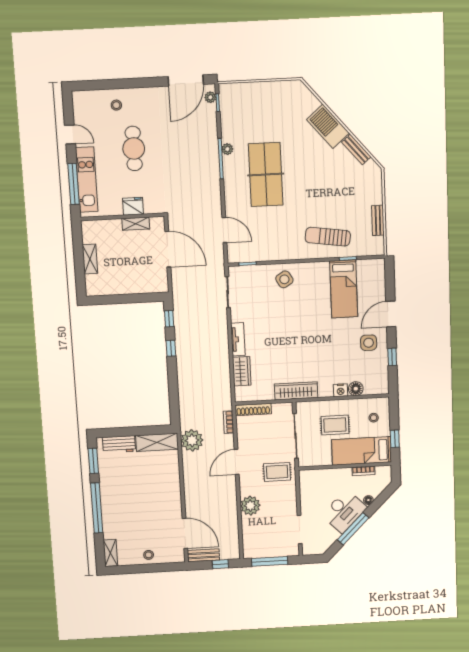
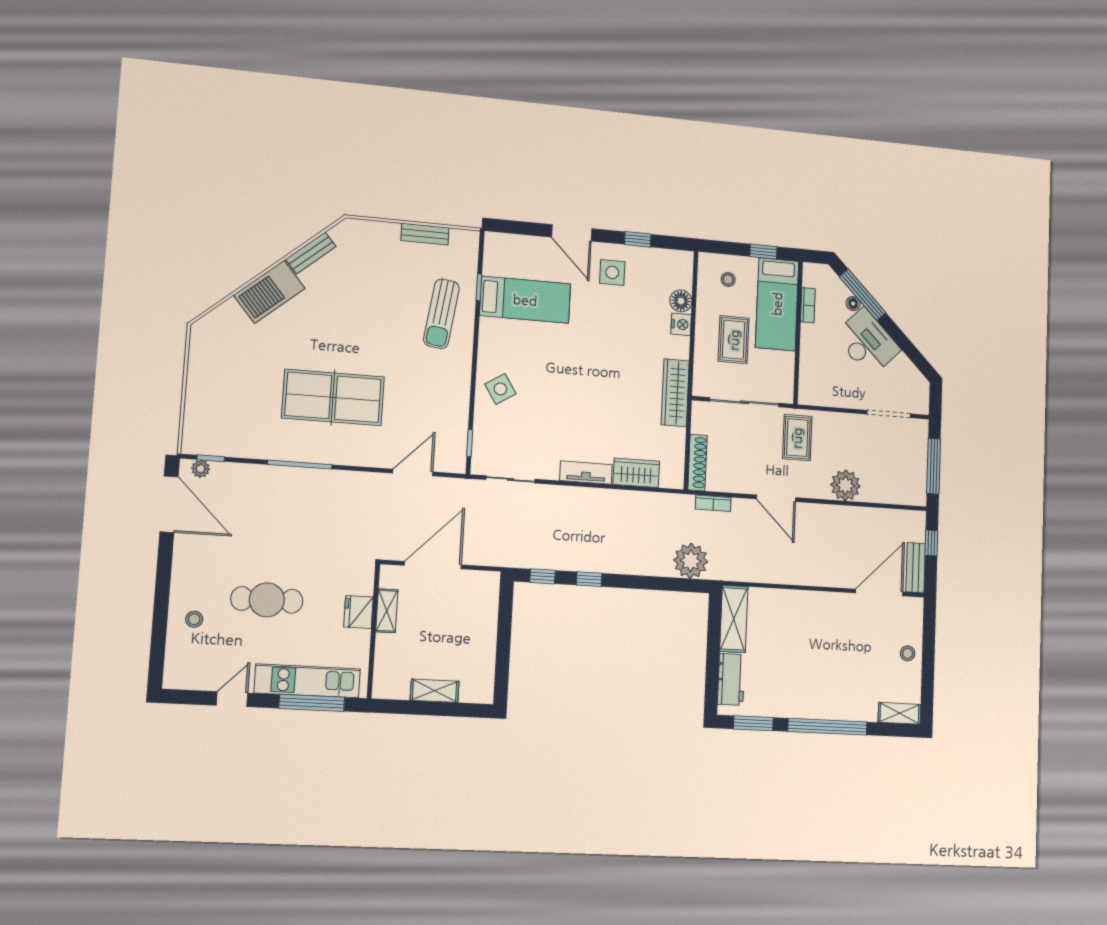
plant: (227, 149) -> (286, 452), removed
plant: (192, 440) -> (691, 561), moved
window: (353, 529) -> (863, 295), moved

